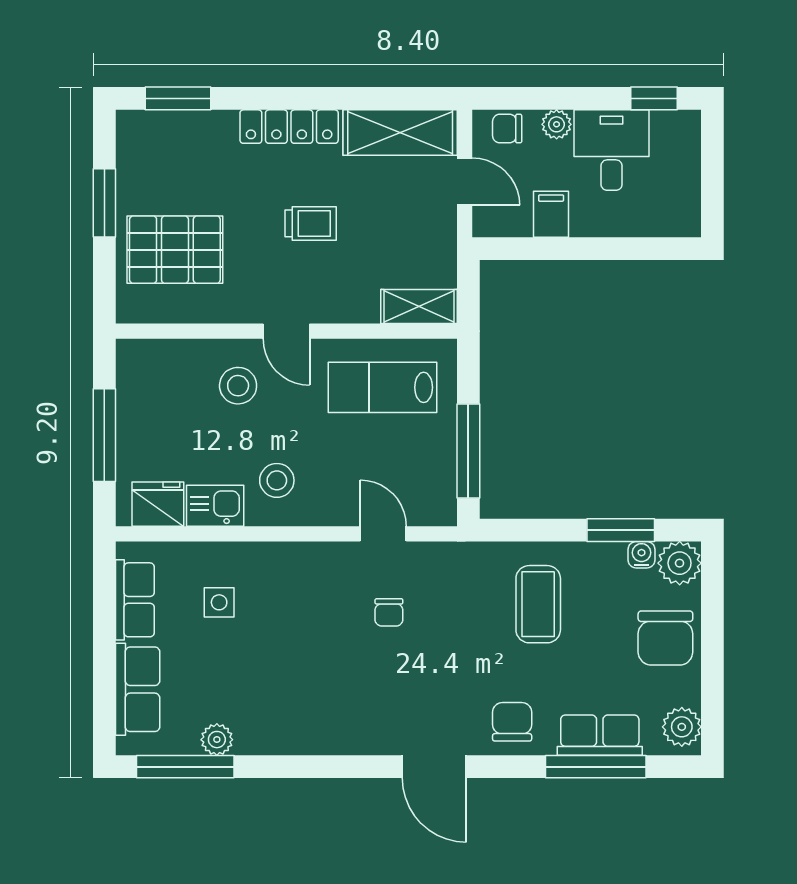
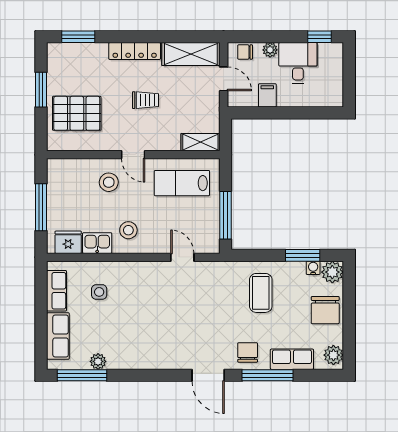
chair: (389, 612) -> (185, 297), removed
window: (596, 767) -> (267, 375), moved

